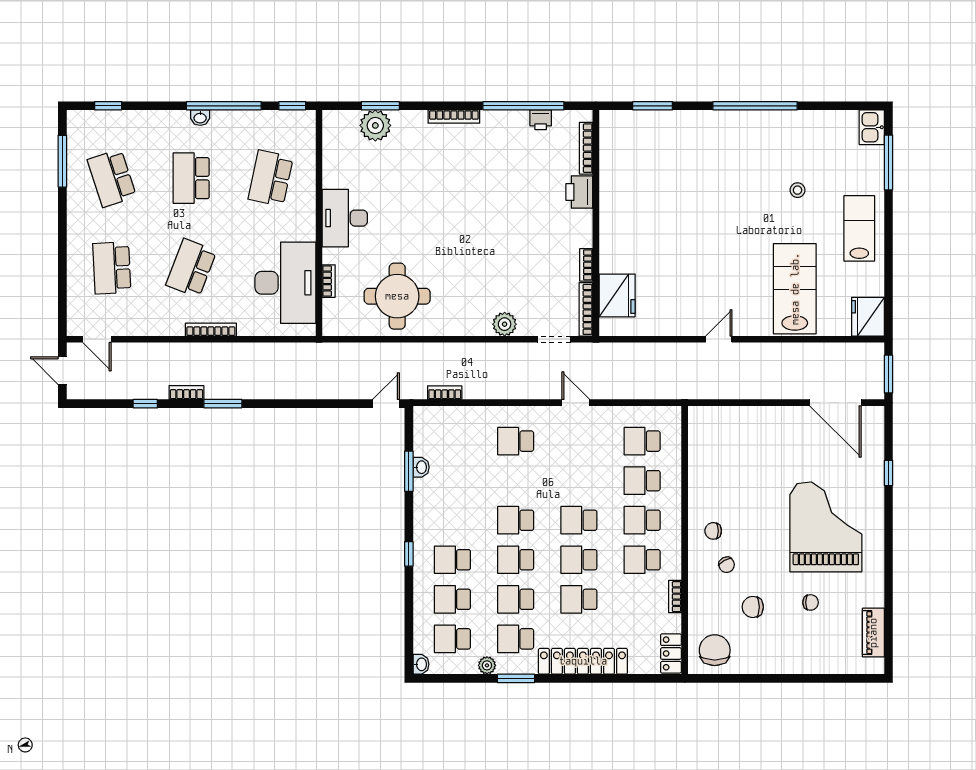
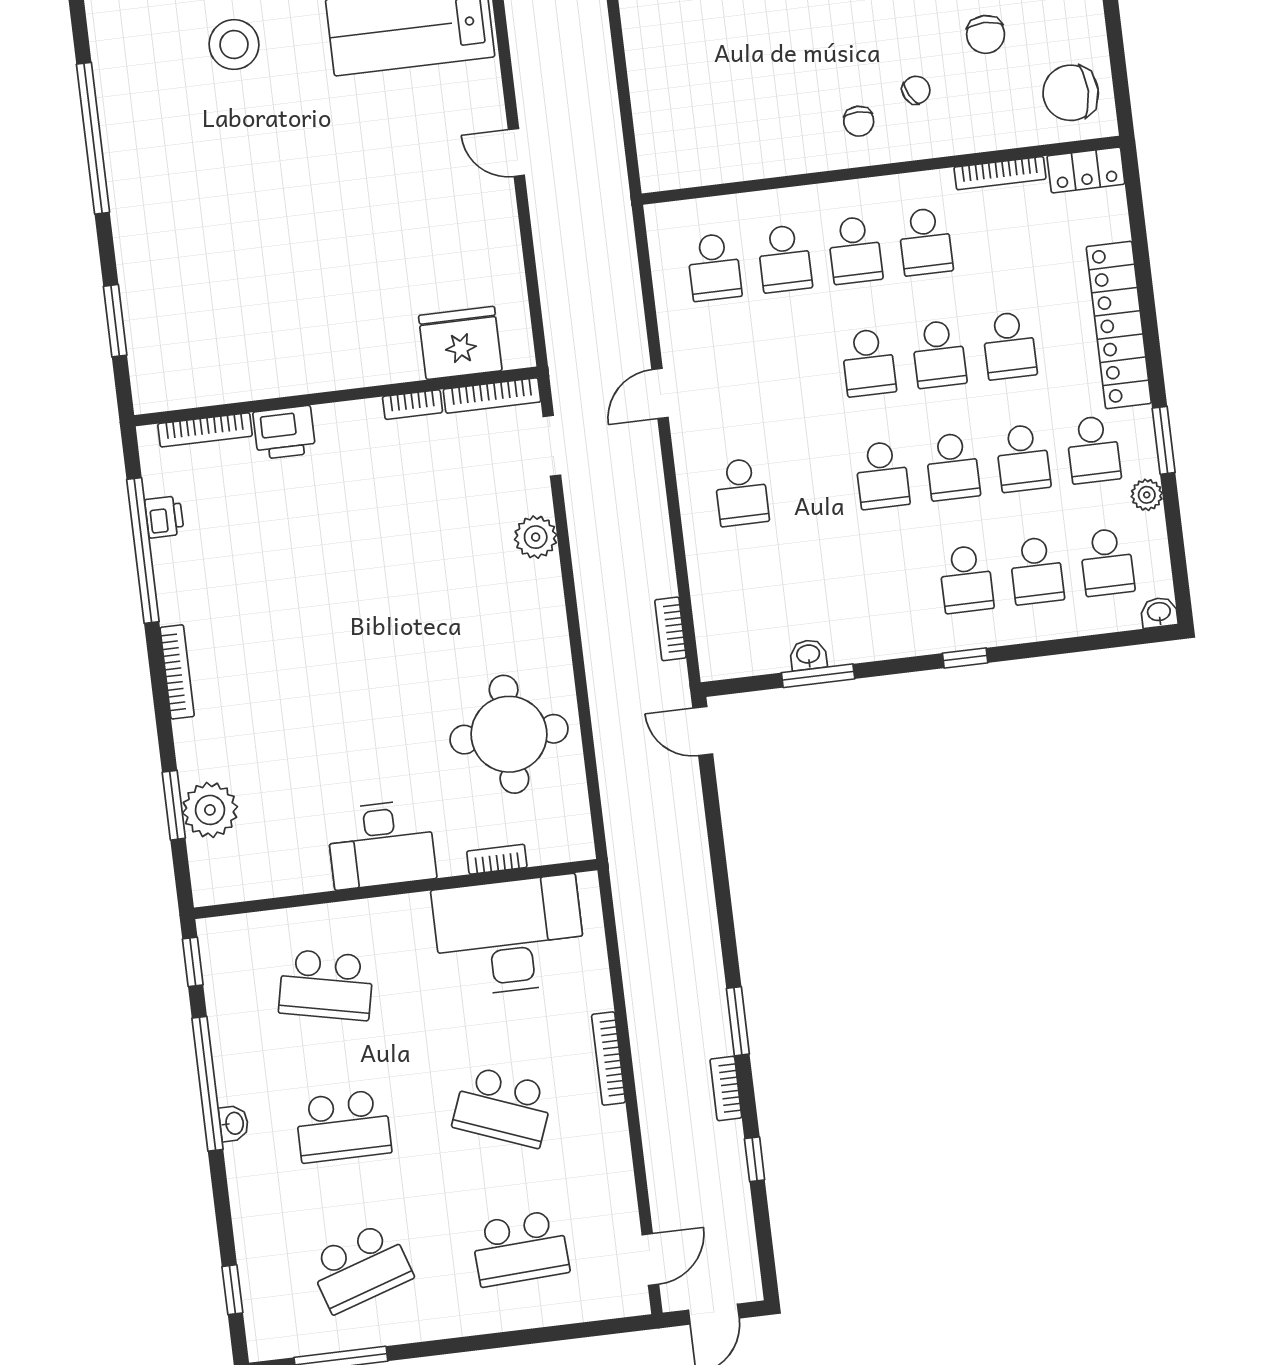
stool: (798, 190) -> (234, 45), width x1.89, depth x1.89
bookcase: (675, 597) -> (1000, 173), width x1.56

